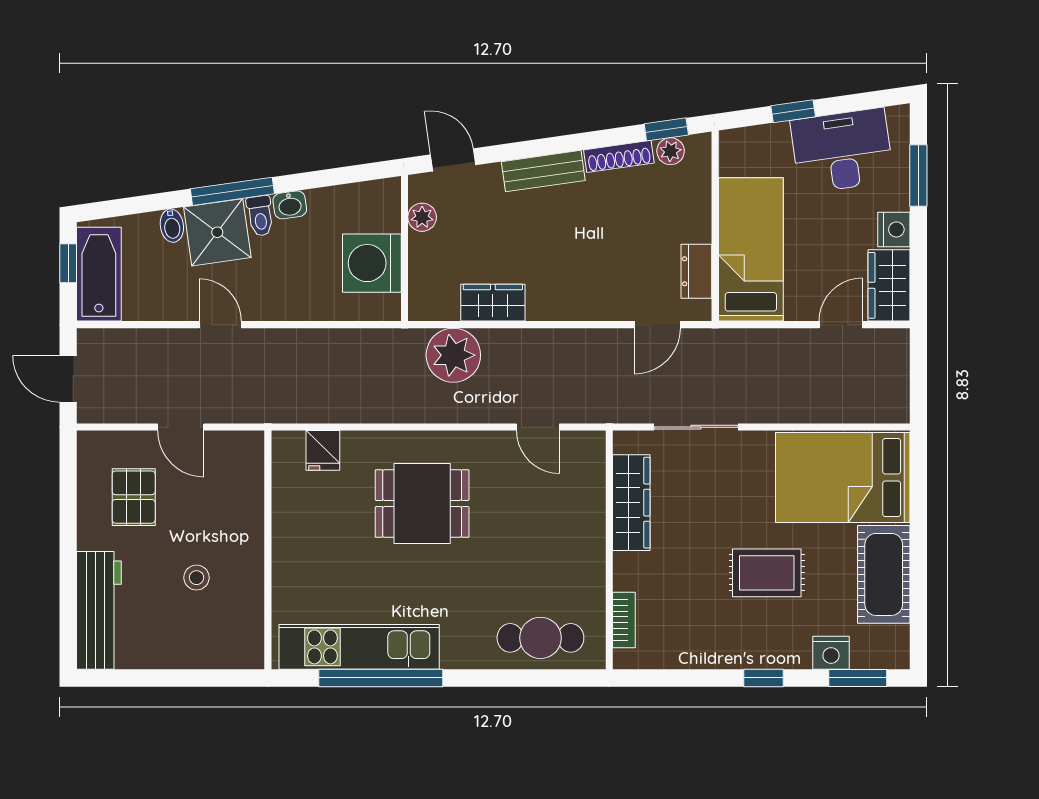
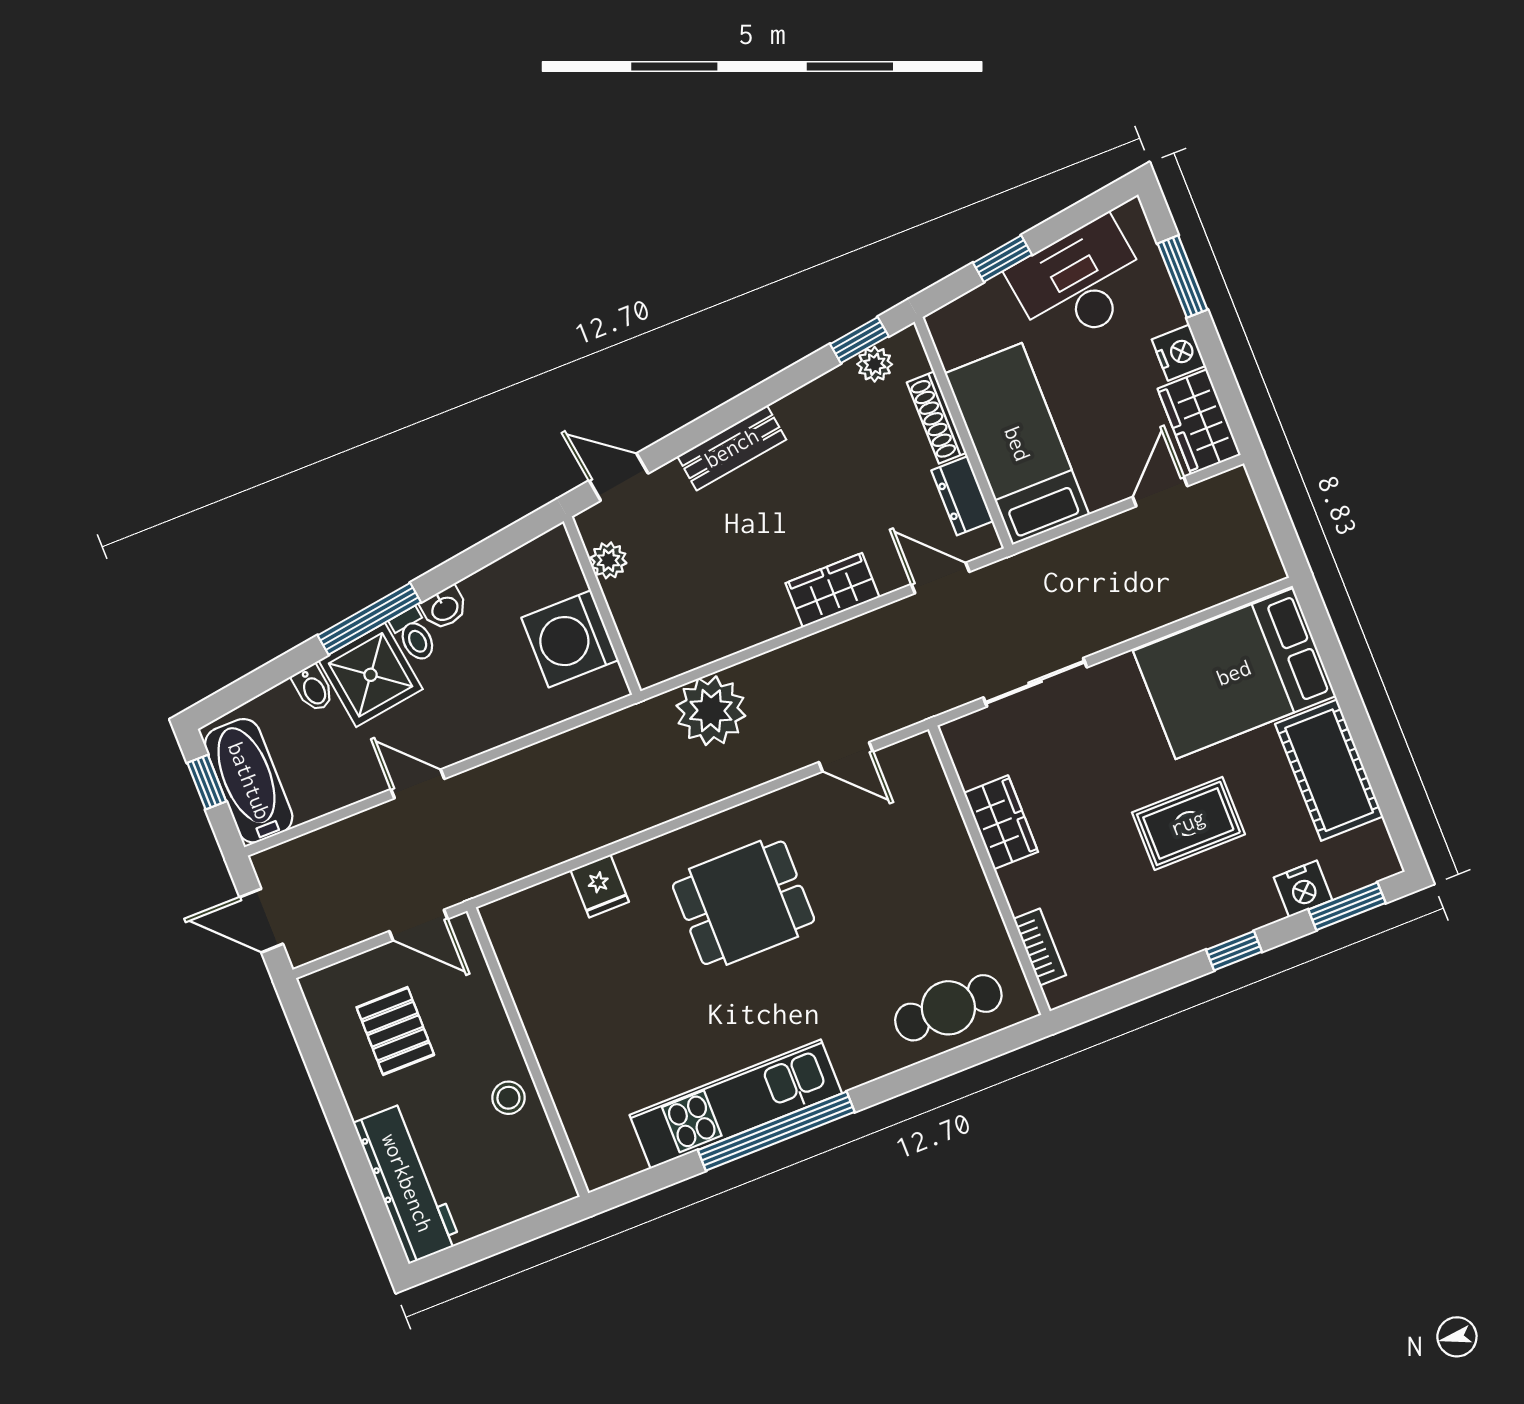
shoe rack: (619, 156) -> (937, 418), moved, turned 98
wardrobe: (493, 303) -> (832, 590), moved
door: (657, 325) -> (940, 578), swing flipped
wardrobe: (631, 503) -> (1001, 822), width x0.67
wall: (268, 550) -> (528, 1052), moved

